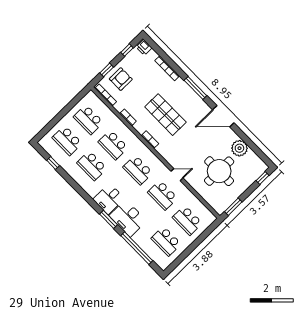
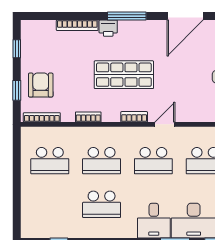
printer: (144, 47) -> (108, 28), moved
school desk: (67, 140) -> (50, 204), removed
door: (177, 175) -> (165, 124), moved

